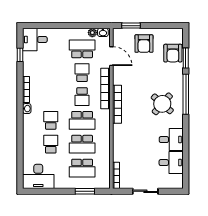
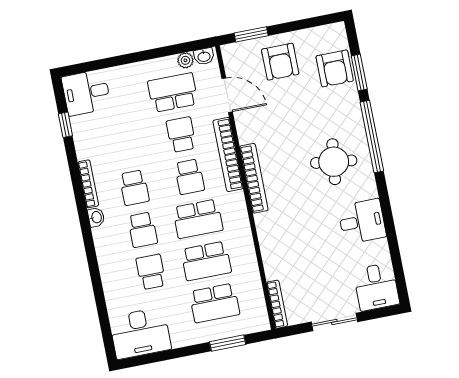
school desk: (51, 97) -> (134, 188), added
round table: (162, 104) -> (334, 162), turned -34
school desk: (51, 120) -> (143, 230), turned 180
desk: (171, 163) -> (376, 287), moved, turned 90

